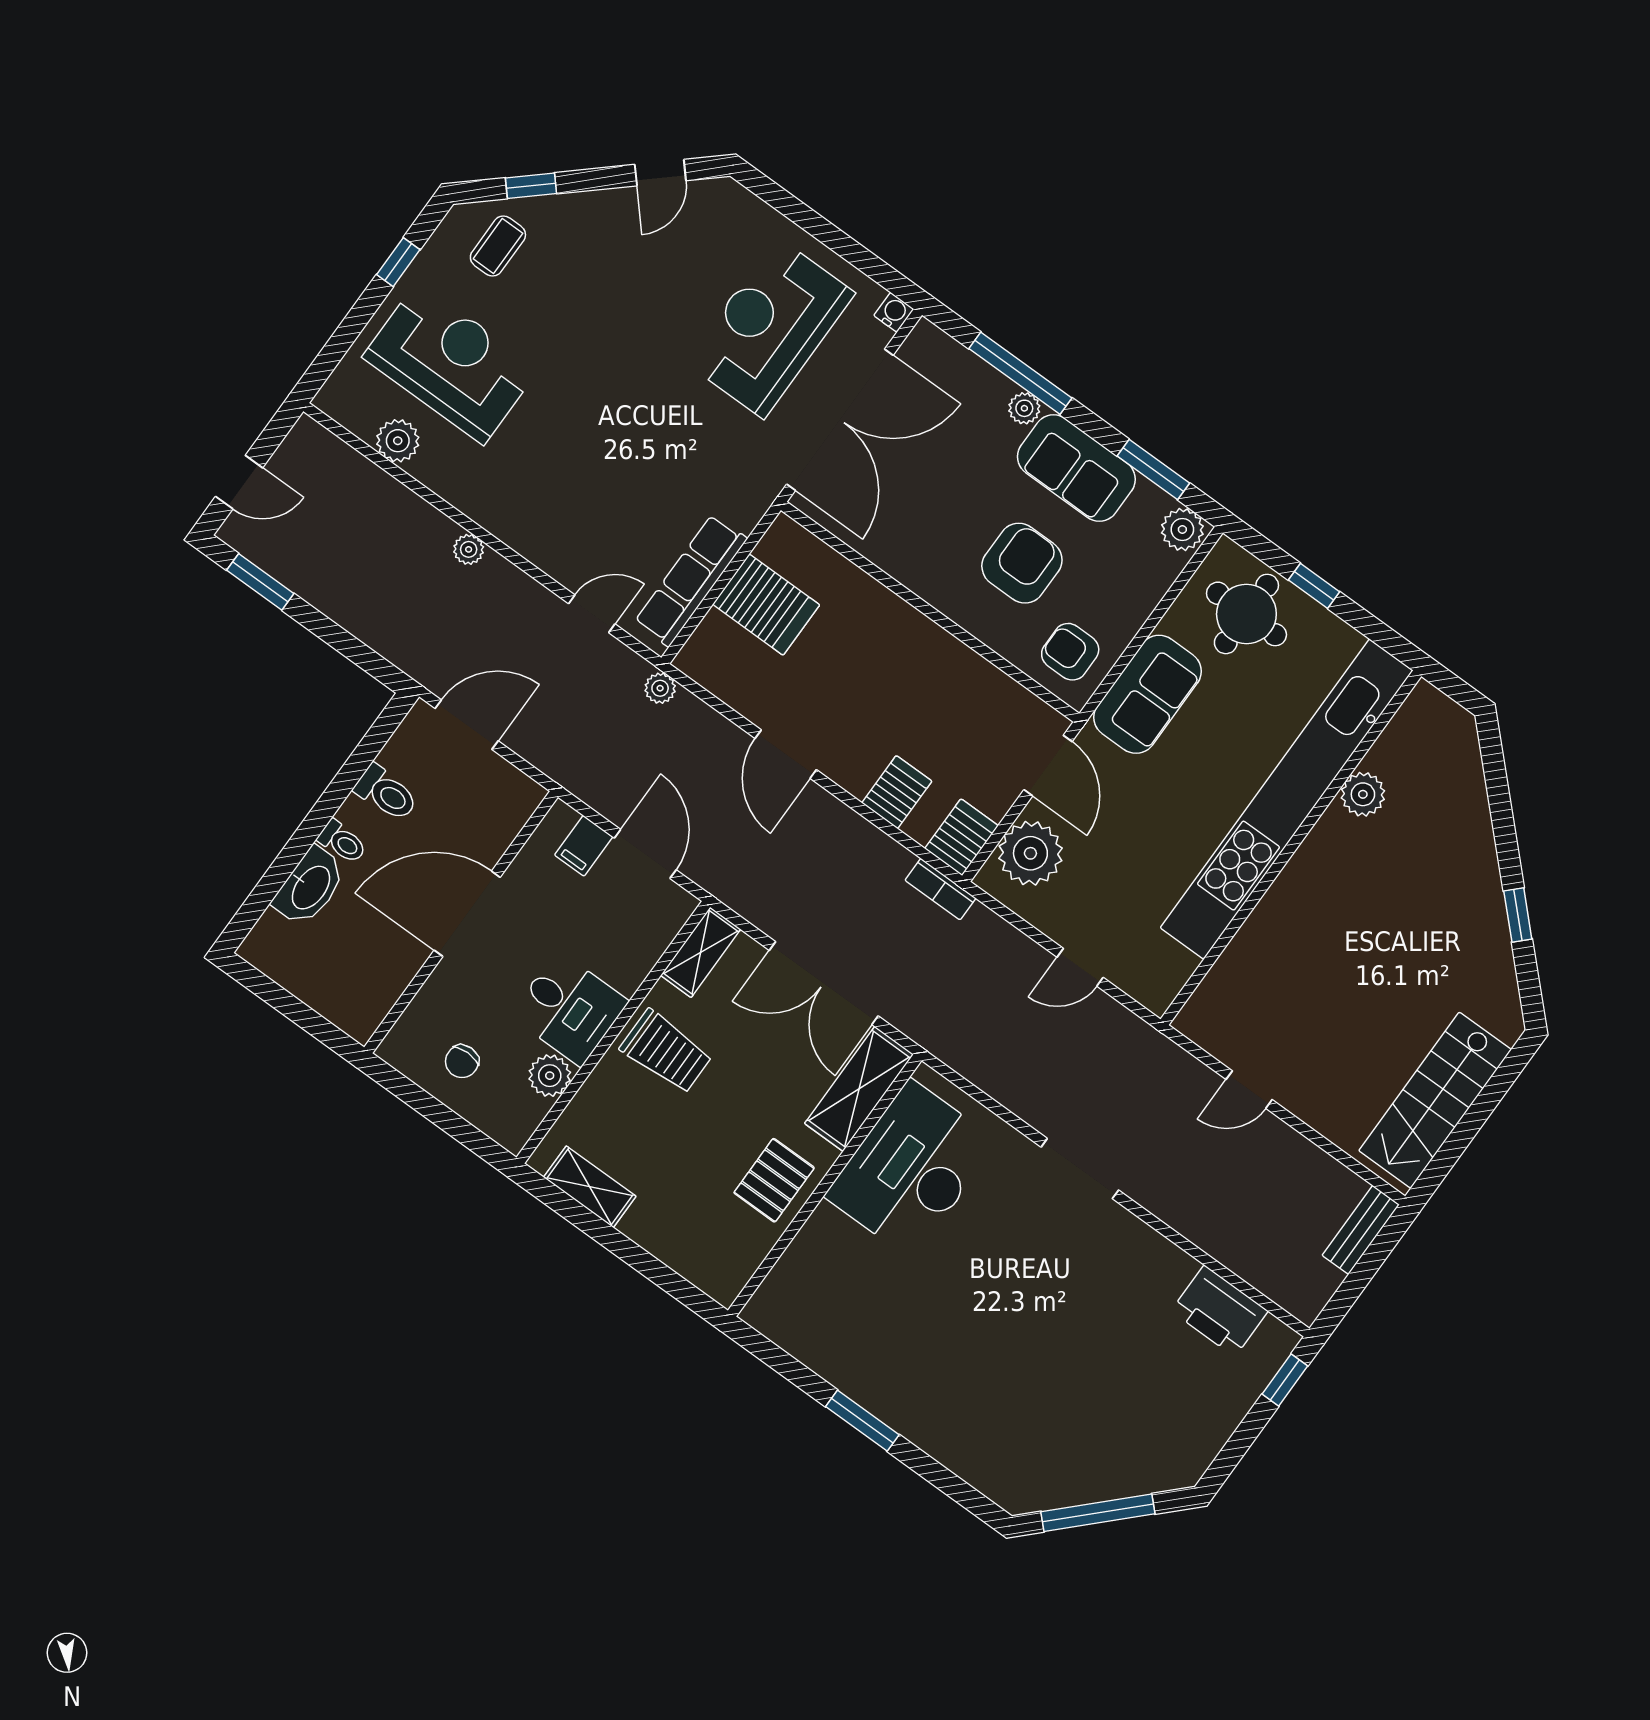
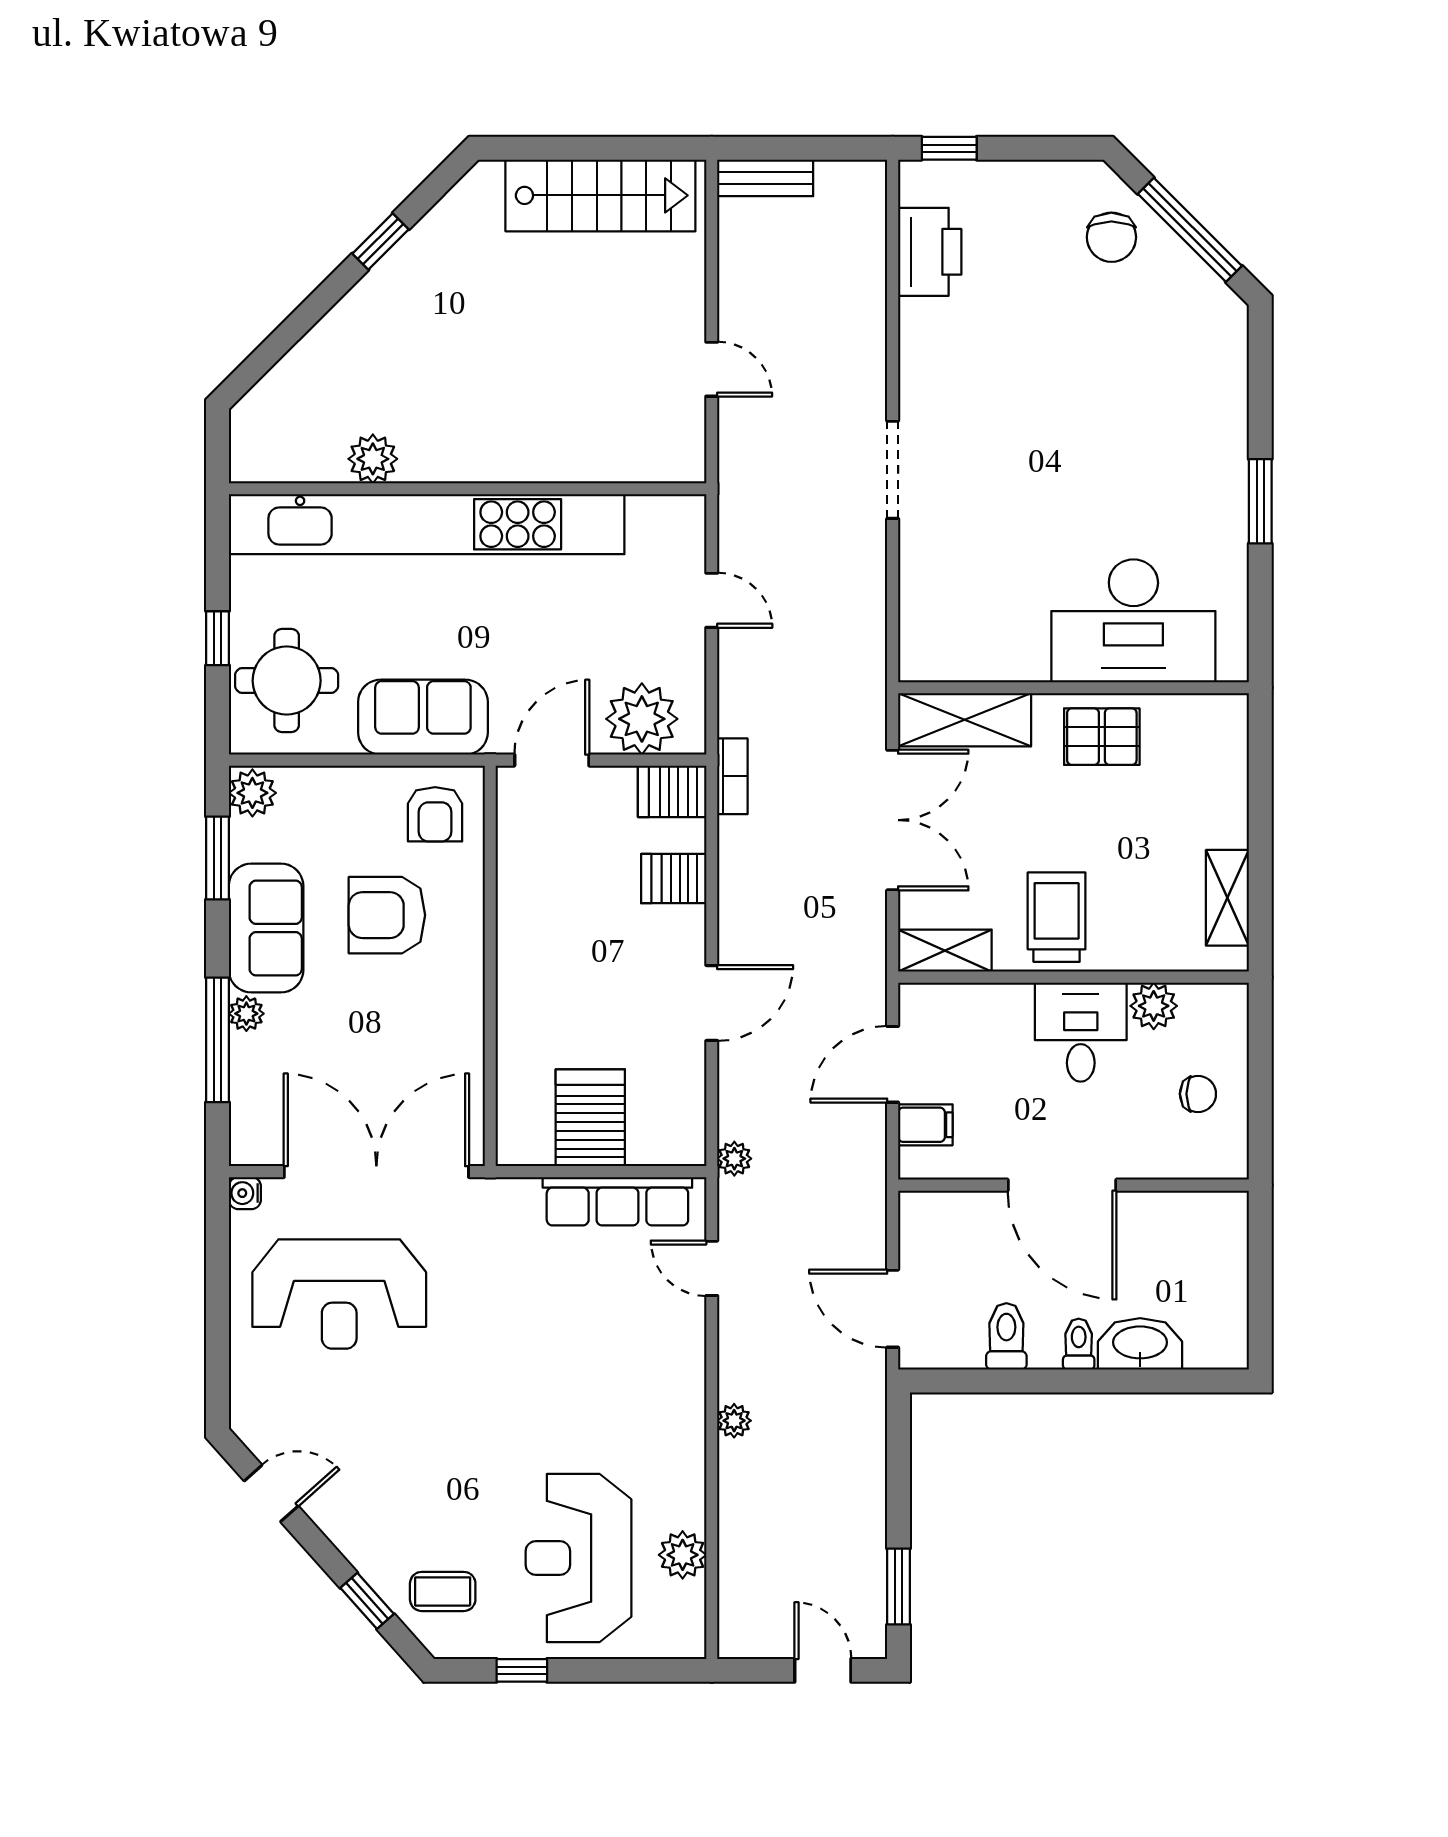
desk: (911, 1169) -> (1133, 621), moved
chair: (1134, 1452) -> (1111, 237), added

